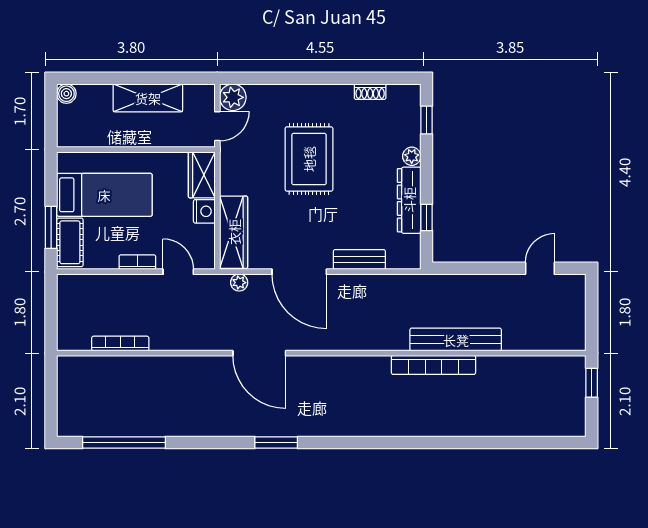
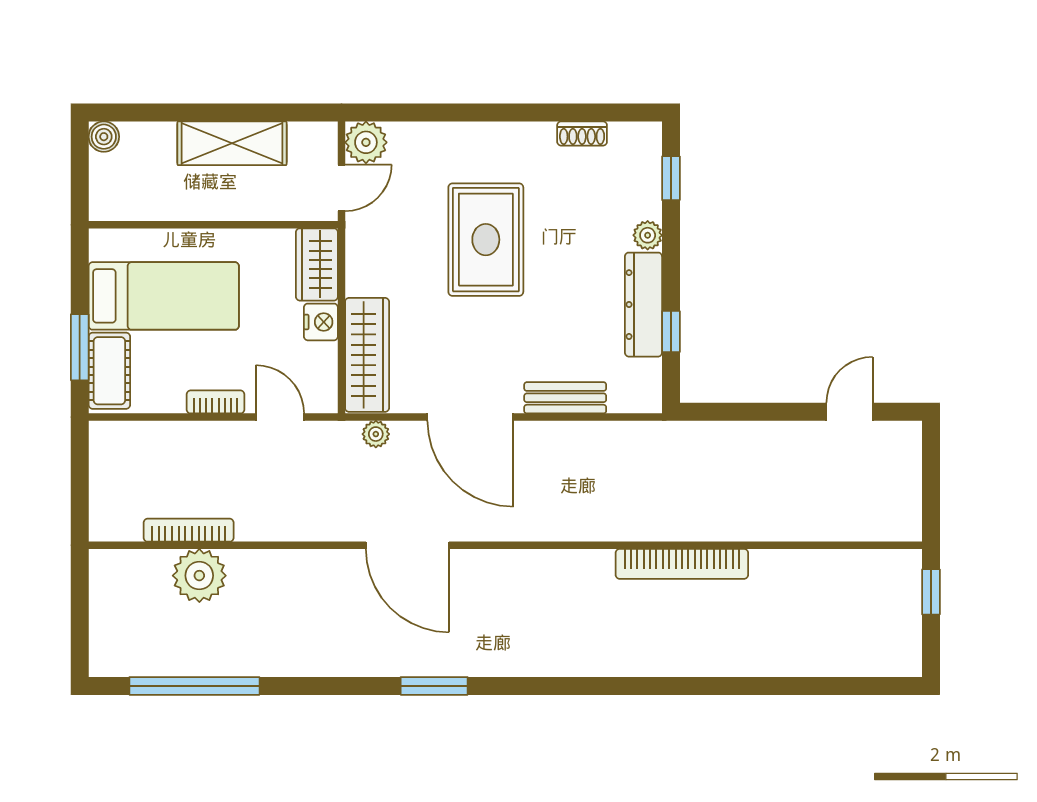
bench: (456, 340) -> (717, 524), removed
plant: (127, 372) -> (199, 576), added

